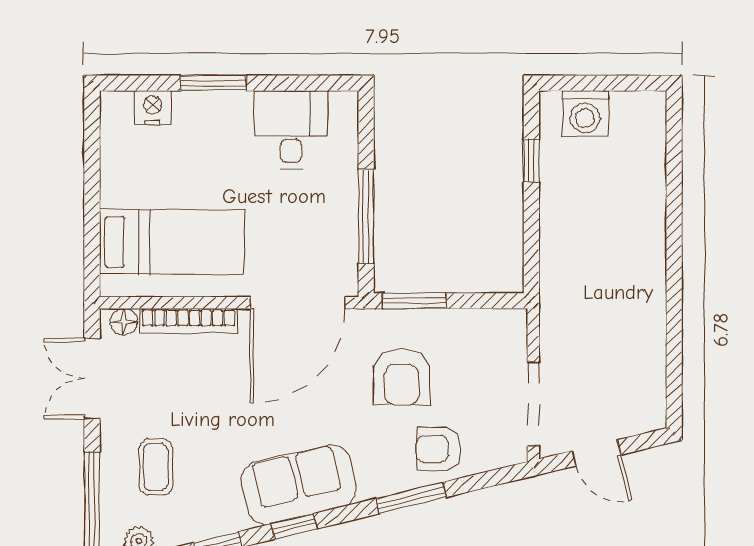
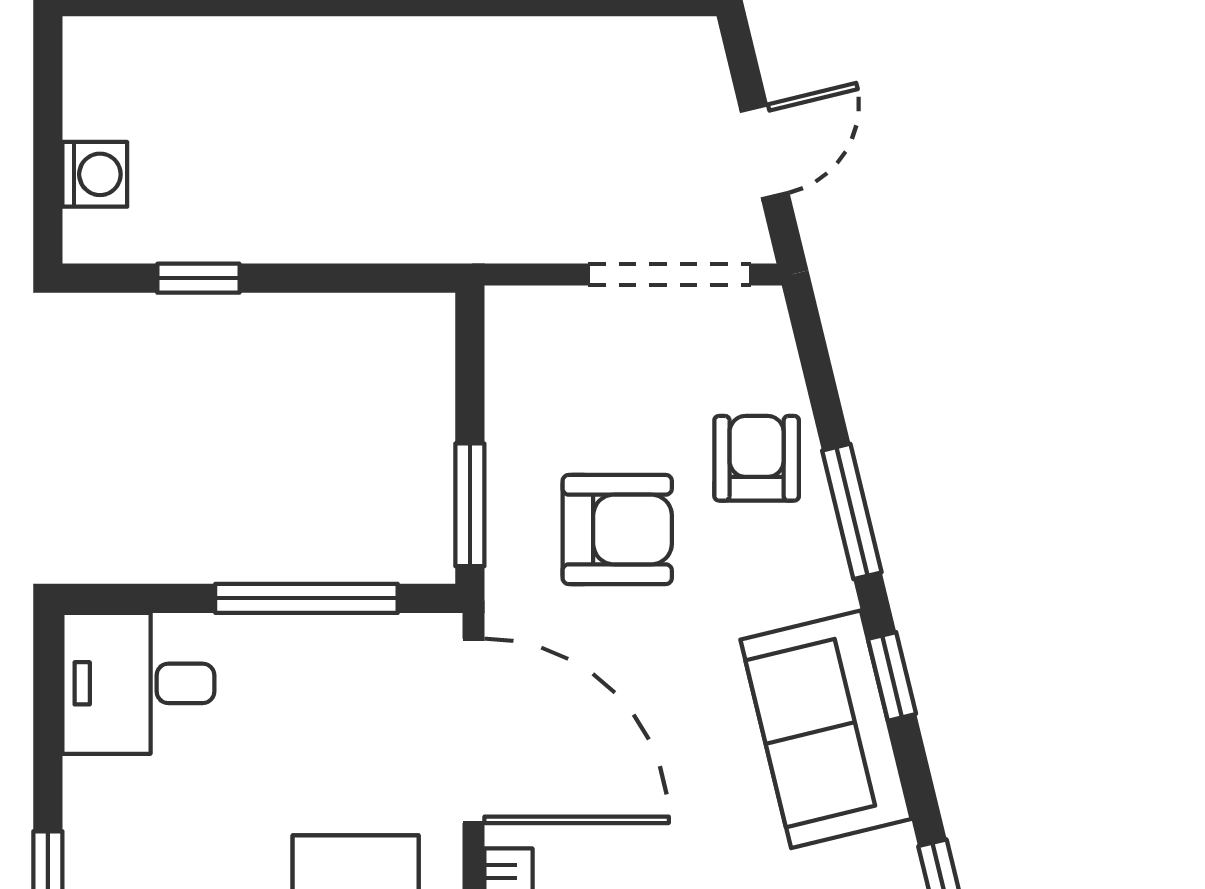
washing machine: (585, 114) -> (95, 174), width x0.73, depth x0.73
desk: (291, 130) -> (138, 683), moved
armchair: (438, 449) -> (757, 458), turned 180
window: (294, 526) -> (892, 676), moved

